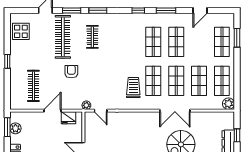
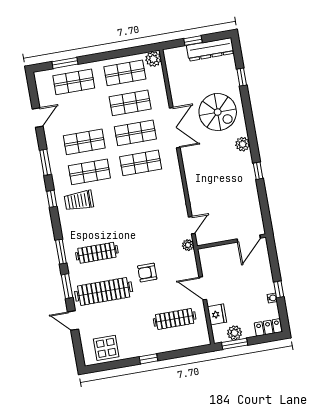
door: (200, 10) -> (38, 118), hinge flipped
clothes rail: (92, 37) -> (97, 253), width x1.36
trolley: (133, 88) -> (79, 201), moved
fridge: (68, 118) -> (217, 314), moved

